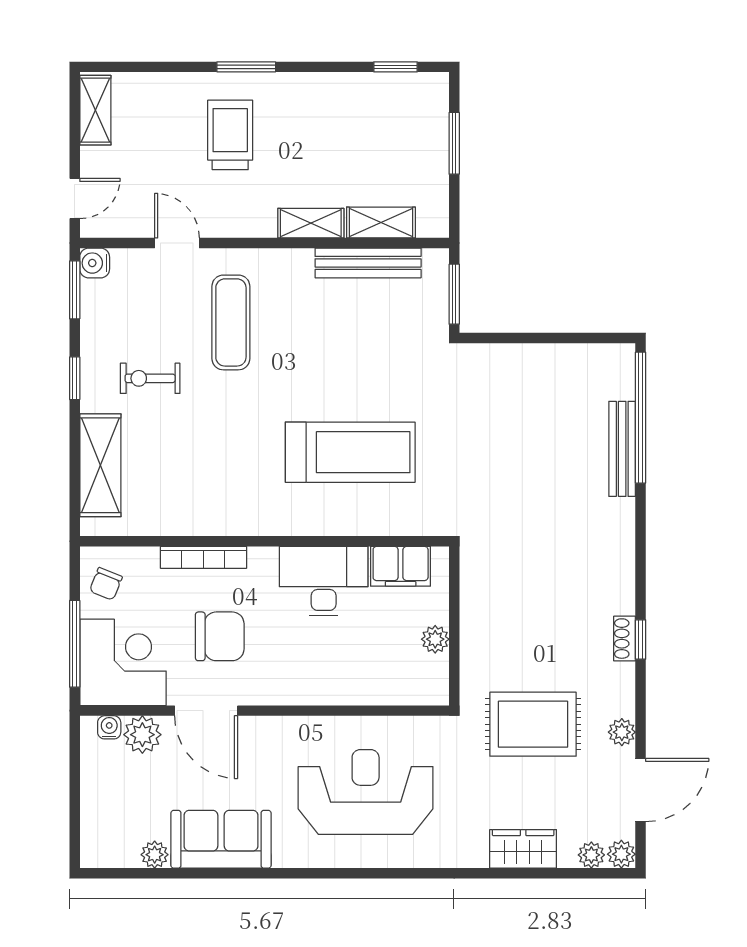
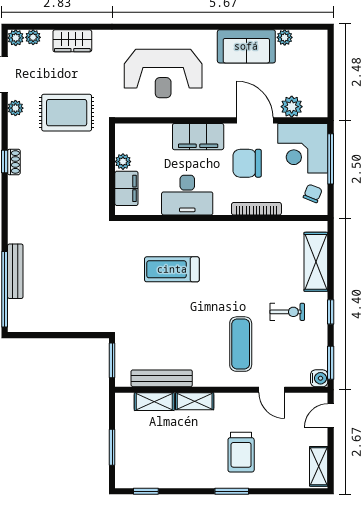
treadmill: (350, 452) -> (172, 269), width x0.73, depth x0.73
filing cabinet: (401, 566) -> (126, 188), moved, turned 90
filing cabinet: (305, 683) -> (198, 137), added
water cooler: (109, 727) -> (311, 111), removed

